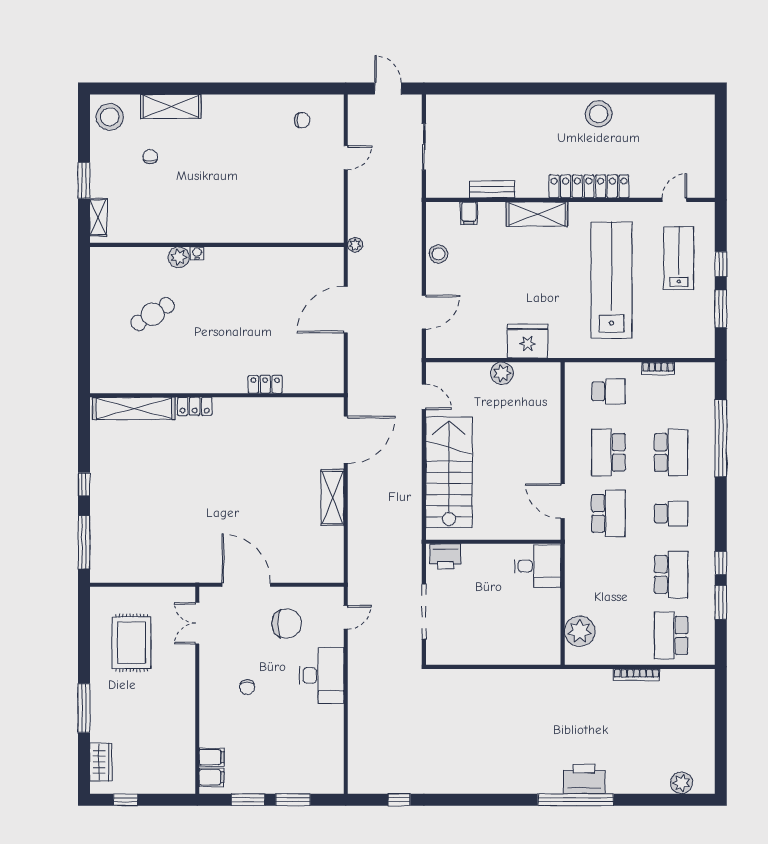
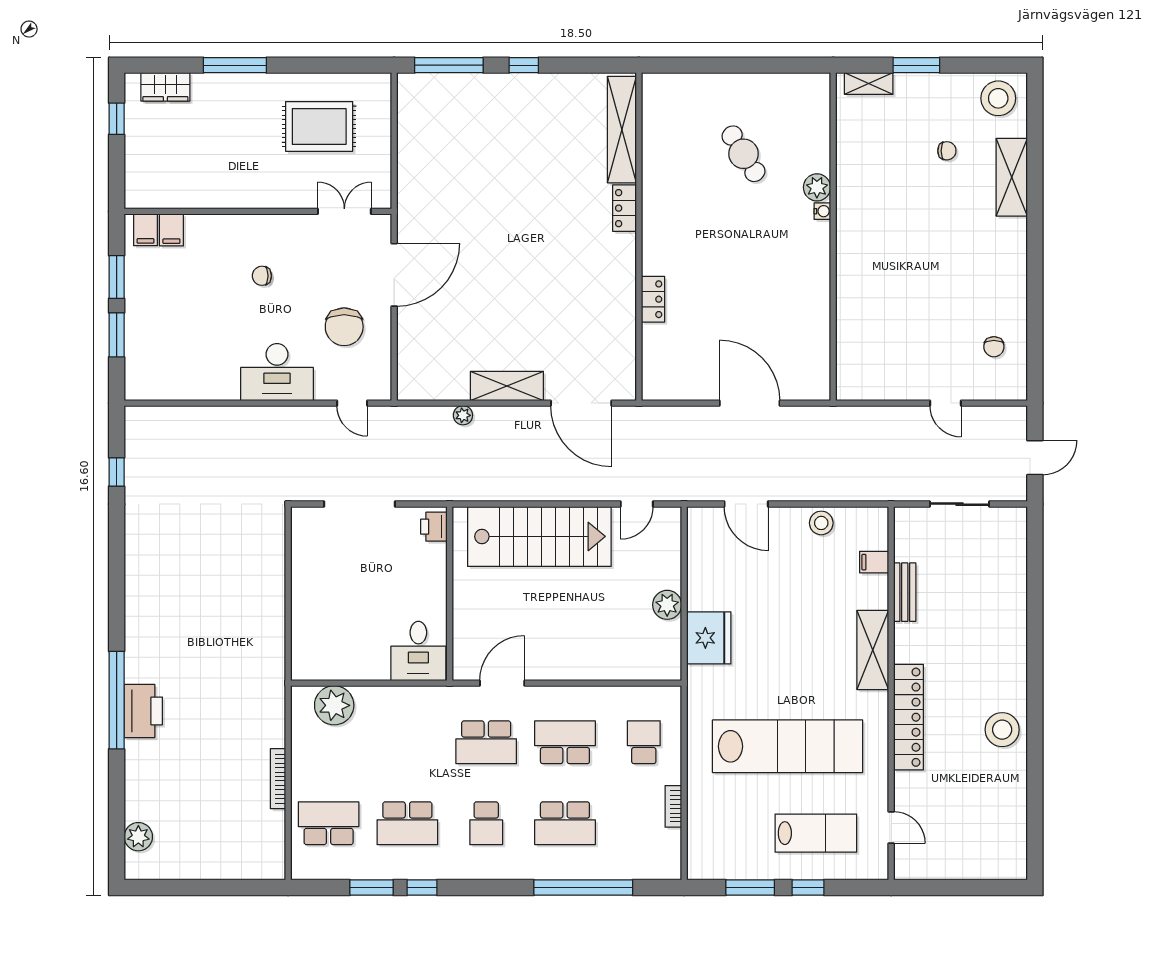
plant: (355, 245) -> (463, 415), moved
school desk: (608, 391) -> (644, 742), turned 180
printer: (446, 556) -> (434, 527), width x0.73, depth x0.81

